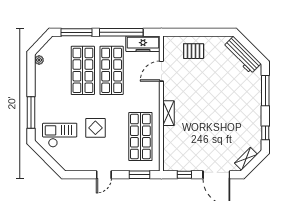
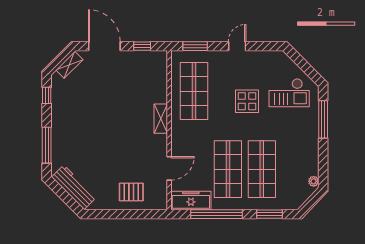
window: (76, 32) -> (269, 214), width x0.69

